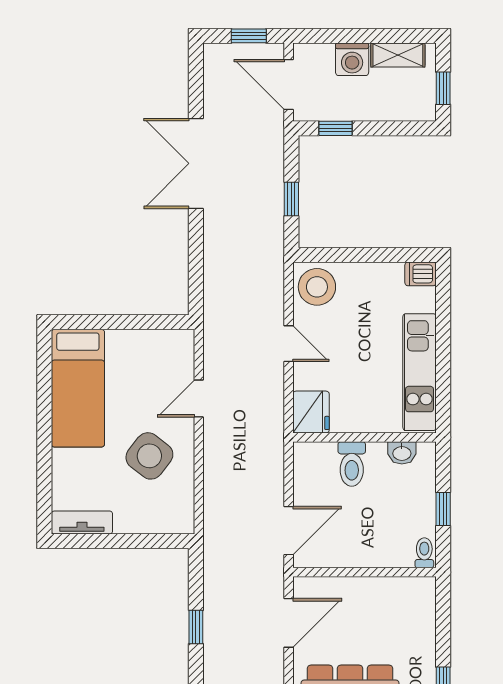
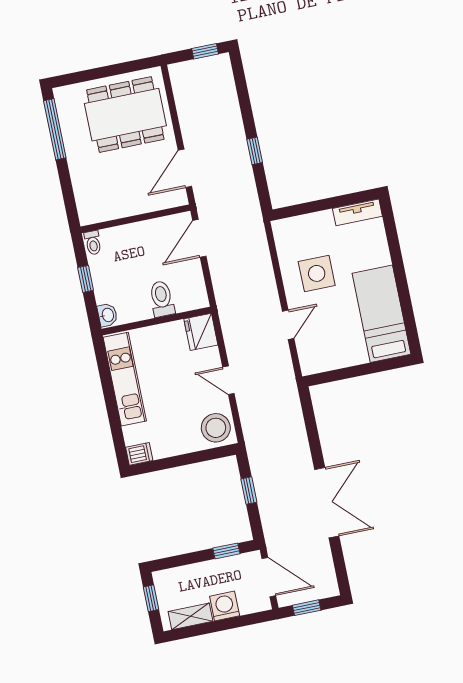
washbasin: (402, 453) -> (107, 315), moved, turned 90
side table: (149, 456) -> (317, 273), turned -38

